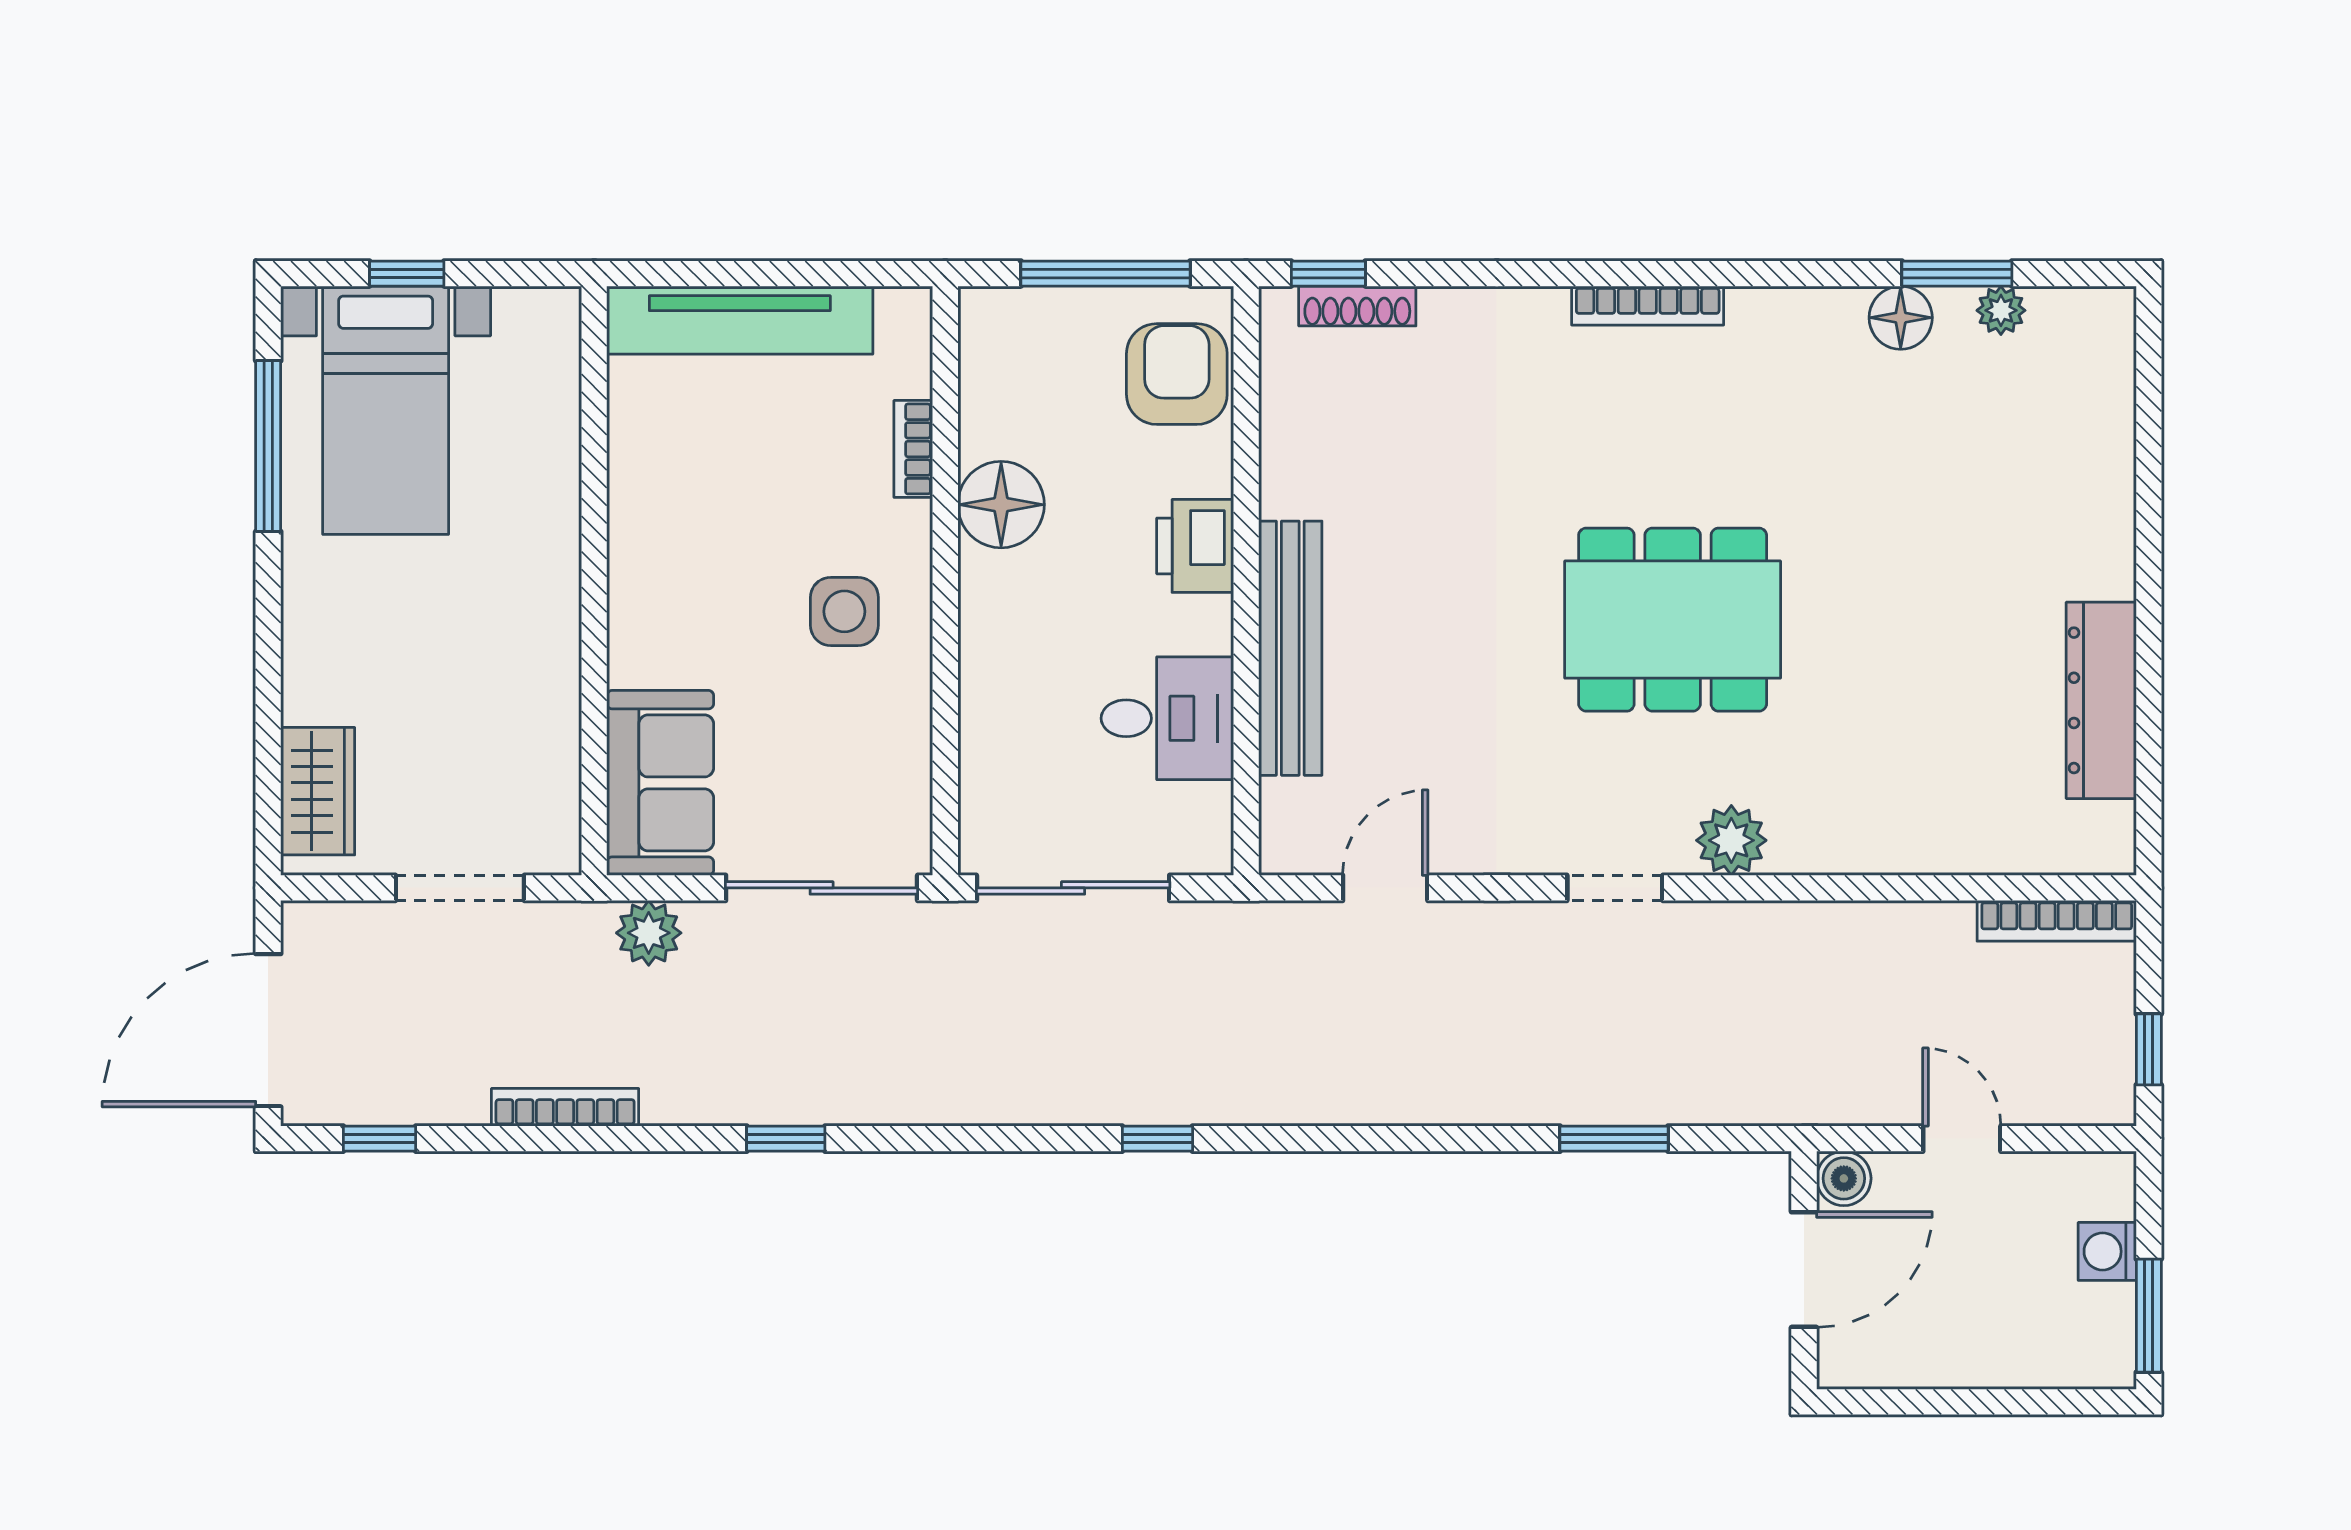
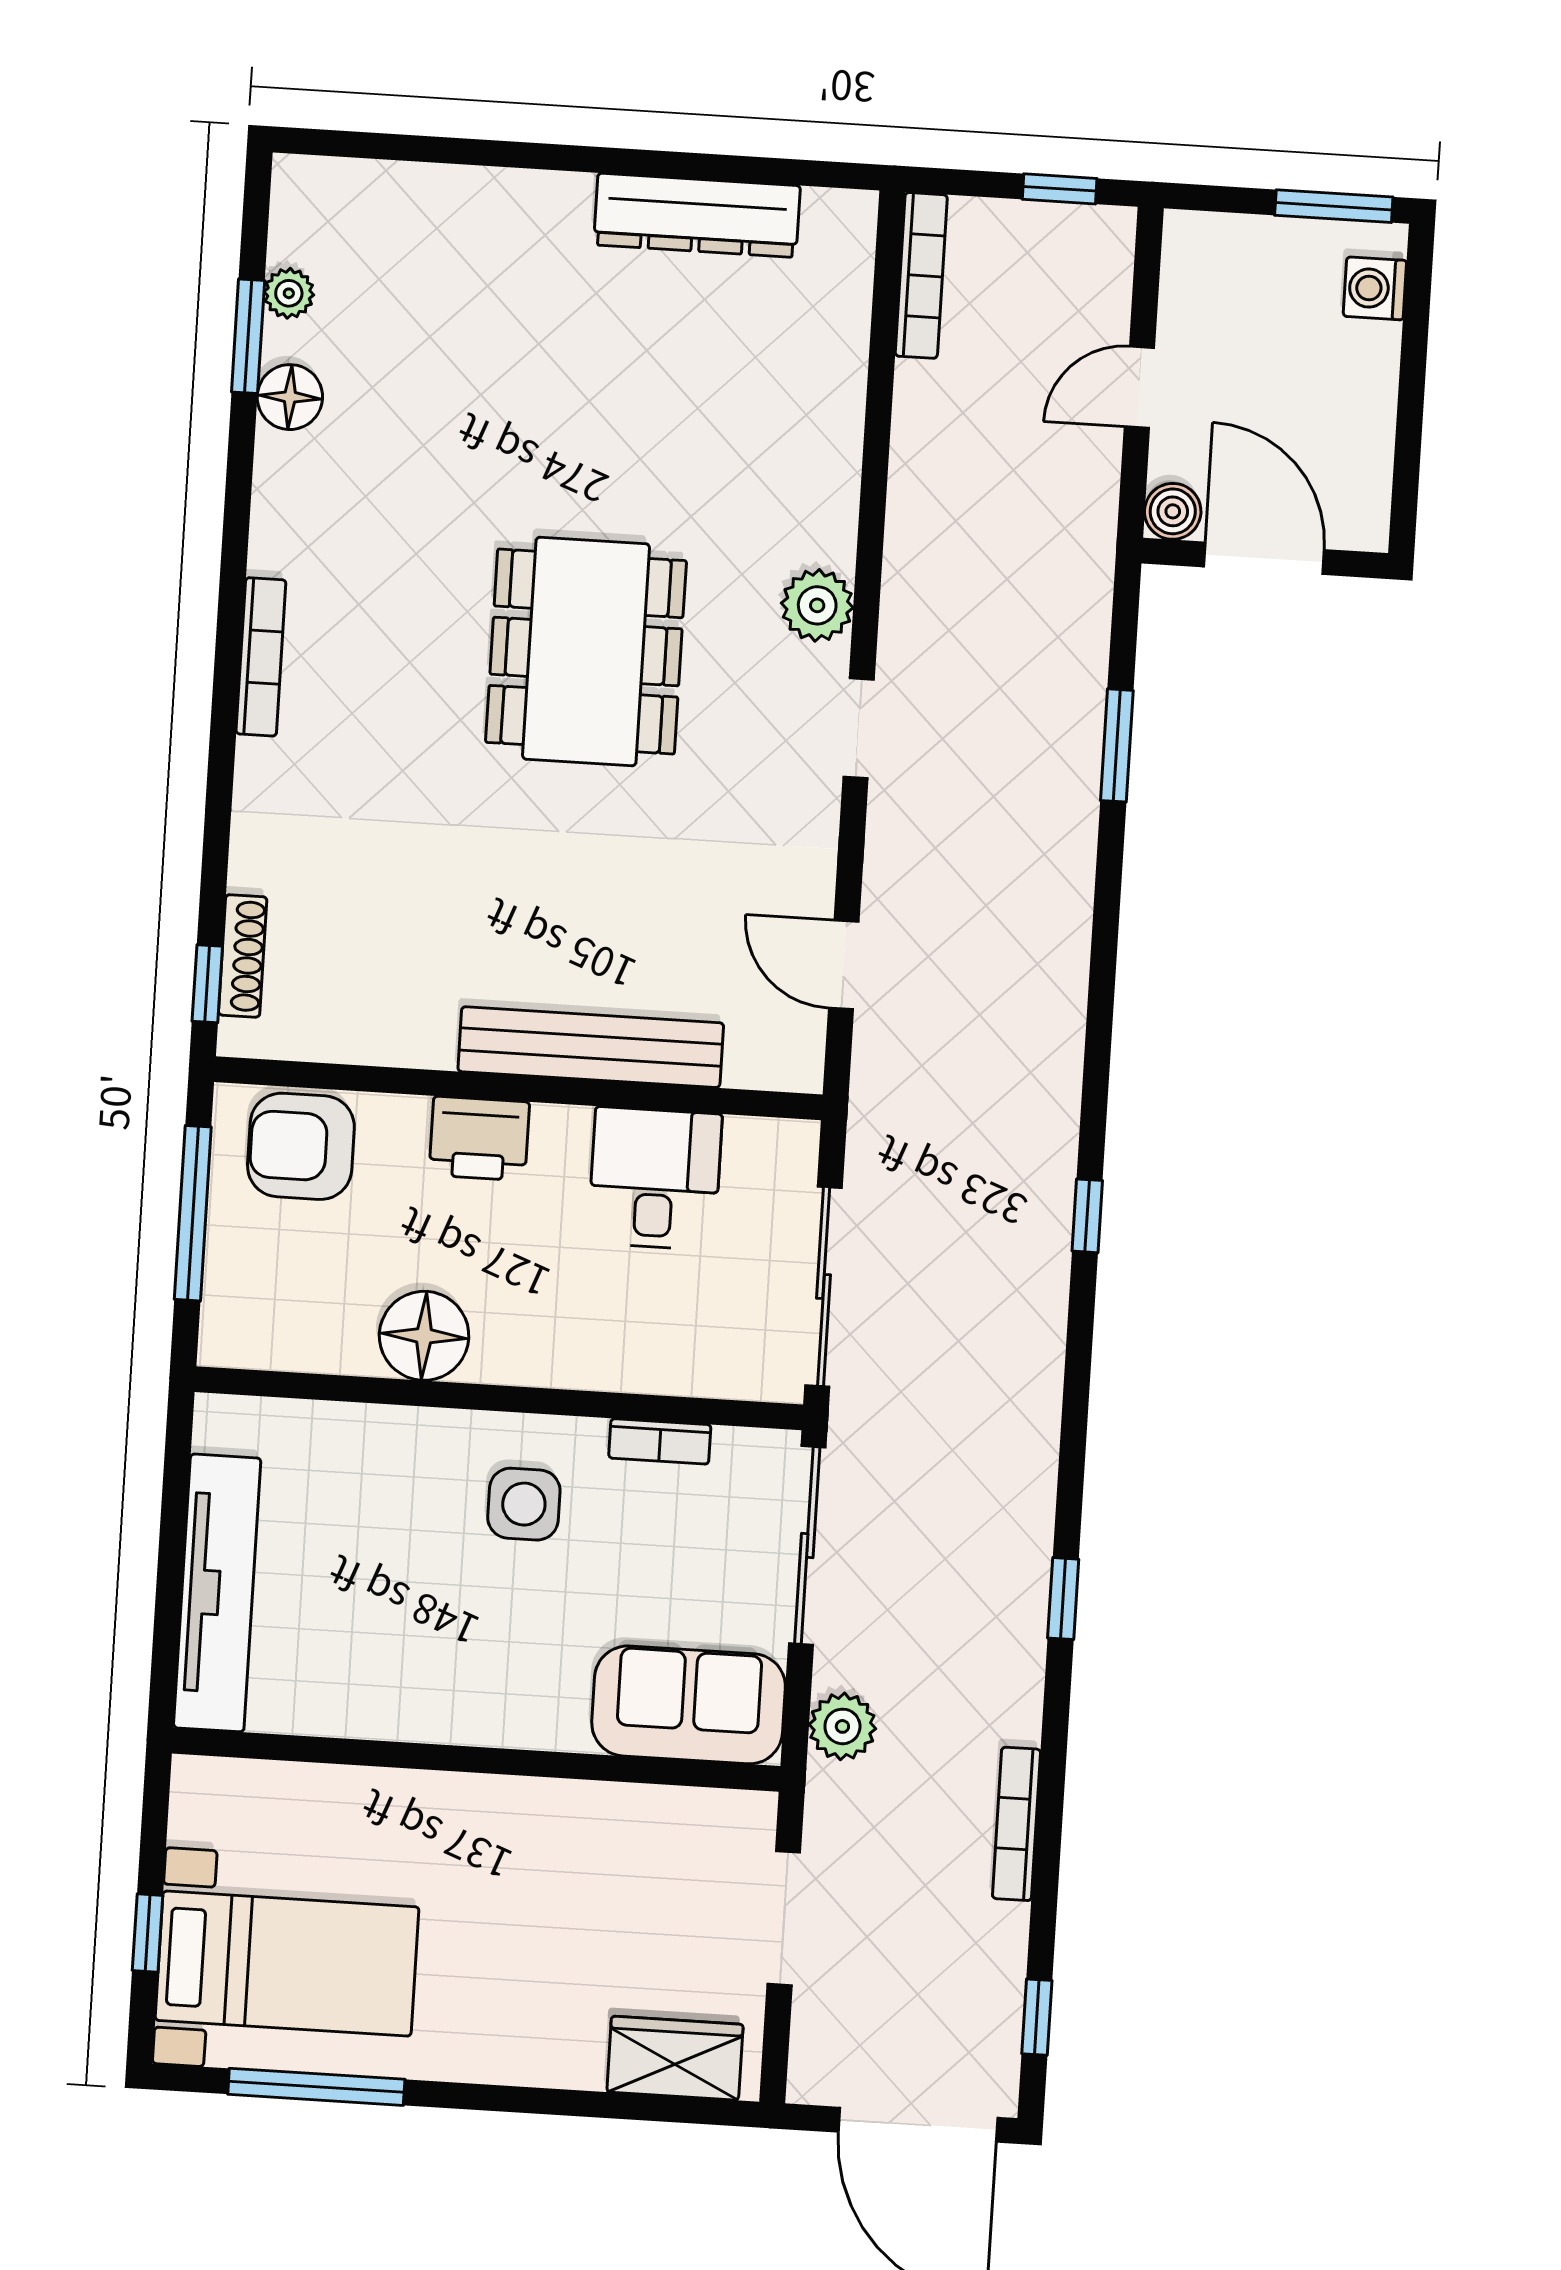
bookcase: (913, 449) -> (660, 1441), moved
washing machine: (2107, 1251) -> (1375, 288), moved, turned 90

